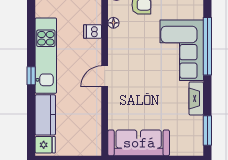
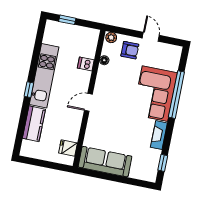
window: (207, 131) -> (163, 163), width x0.67
fridge: (45, 145) -> (68, 148), moved, turned 180

